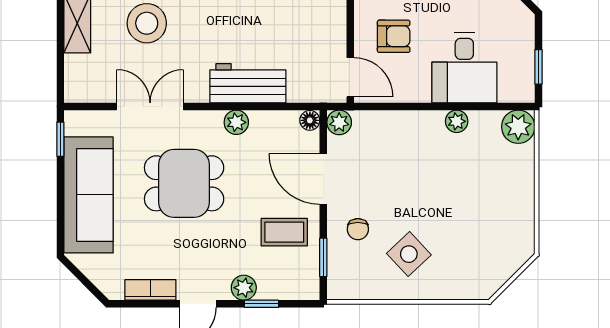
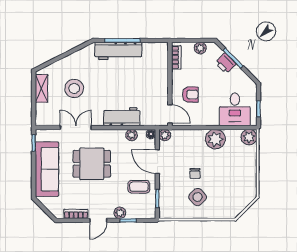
desk: (464, 68) -> (235, 109), moved
plant: (457, 121) -> (215, 139), width x1.88, depth x1.88
plant: (236, 122) -> (131, 135), moved
chair: (358, 229) -> (195, 173), moved

